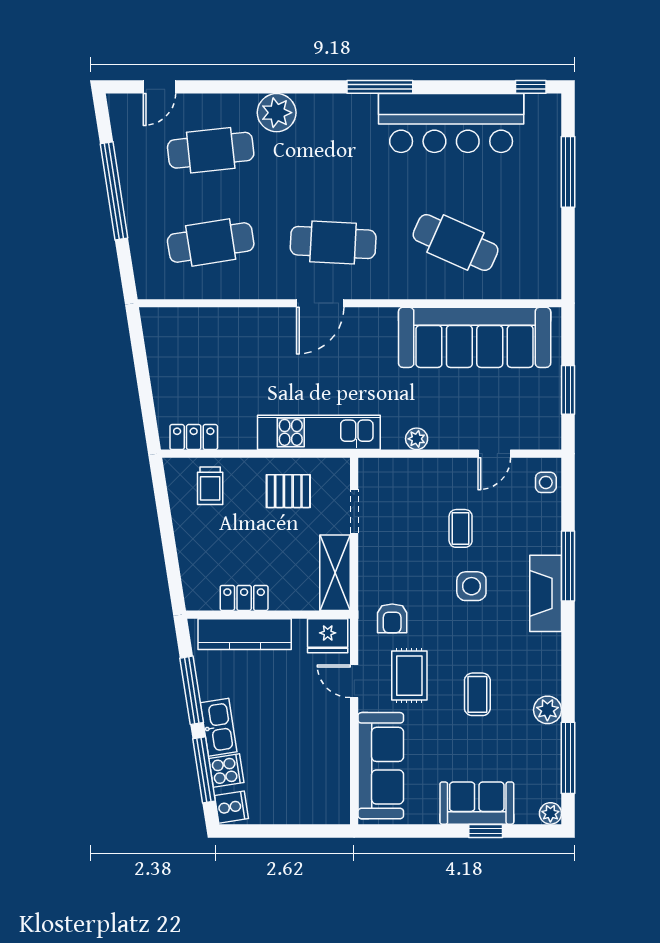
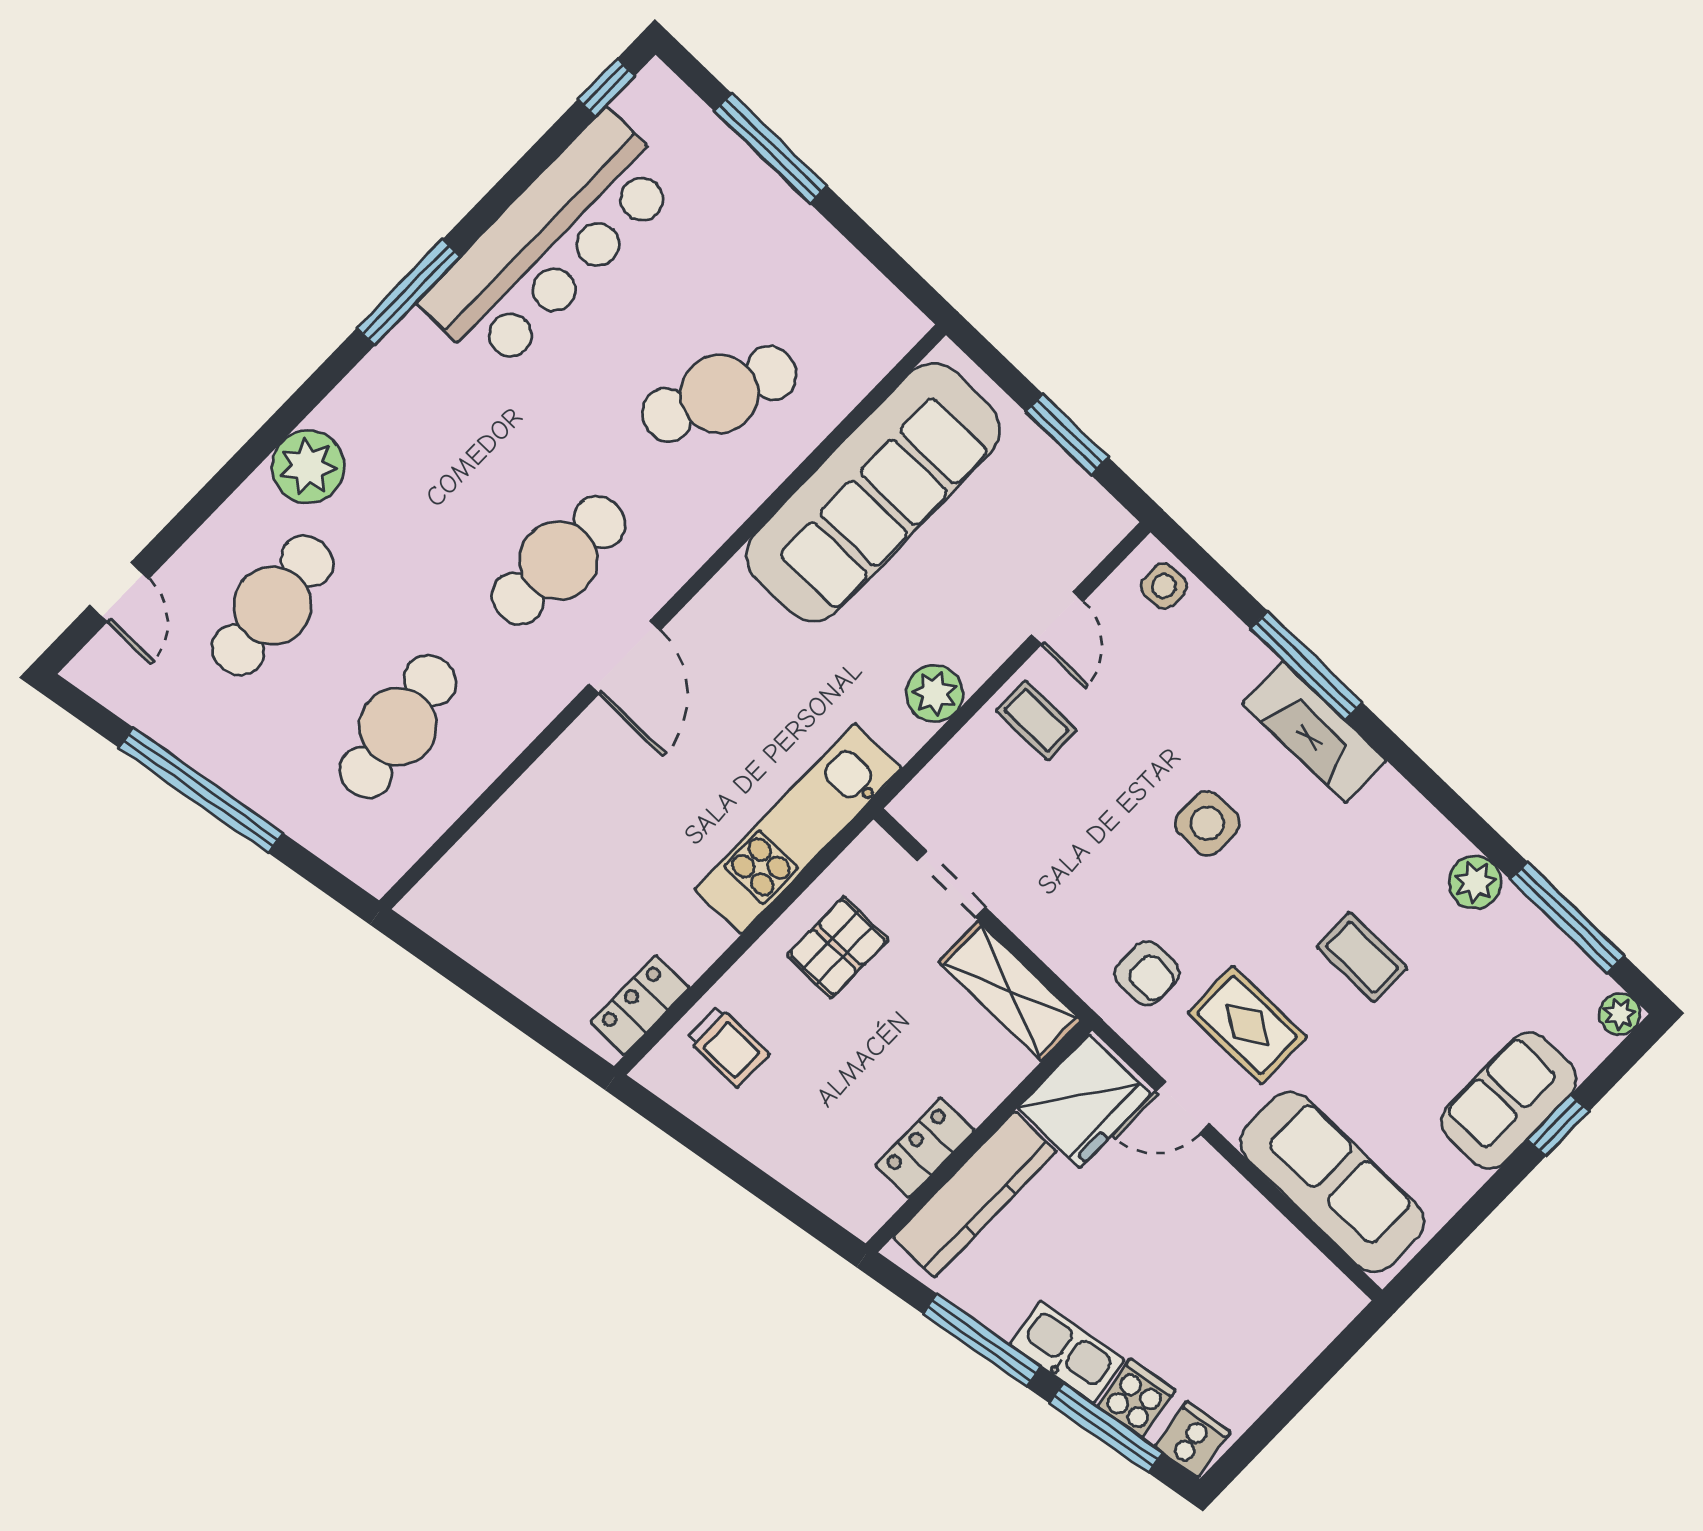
plant: (417, 439) -> (935, 694), width x1.38, depth x1.38
coffee table: (461, 528) -> (1036, 720), moved
fridge: (328, 636) -> (1084, 1101), width x1.36, depth x1.34

